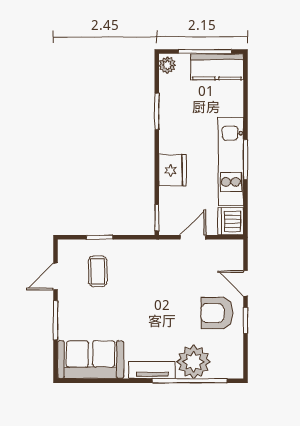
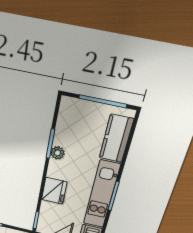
plant: (167, 65) -> (58, 153), moved
kitchen counter: (217, 67) -> (116, 139), moved, turned 90

